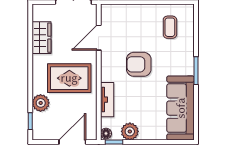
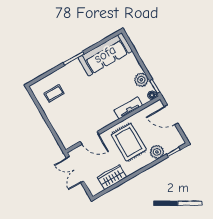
armchair: (139, 64) -> (92, 100), removed

